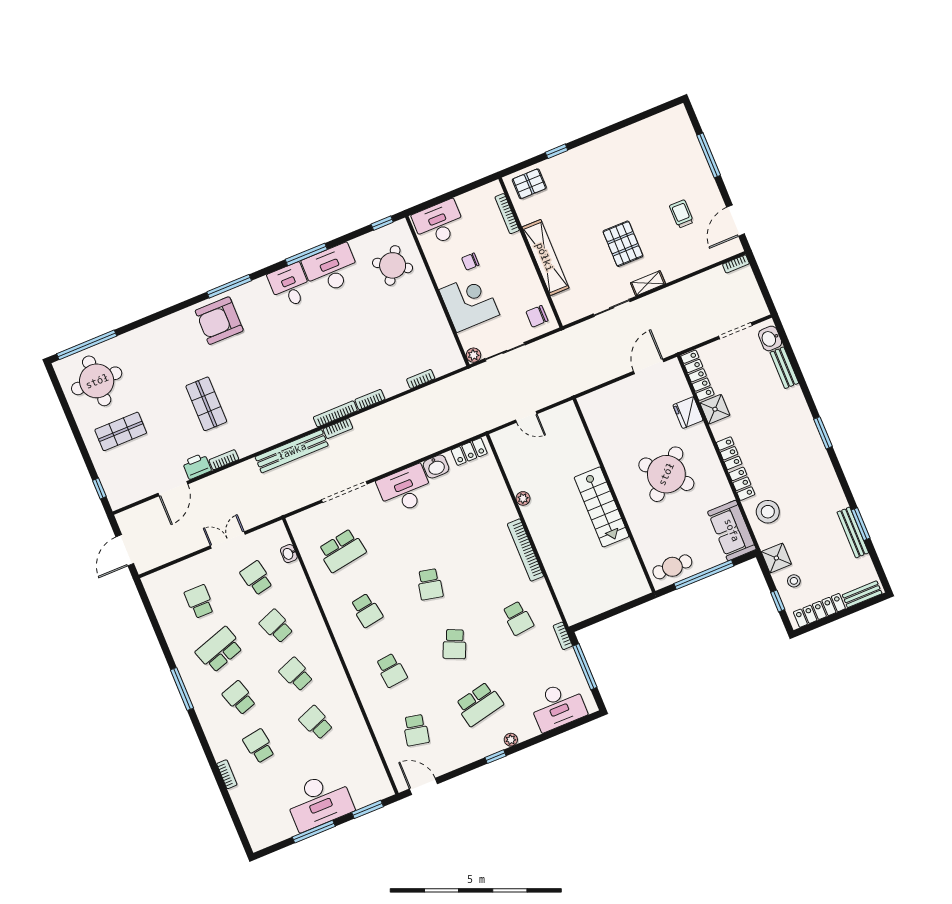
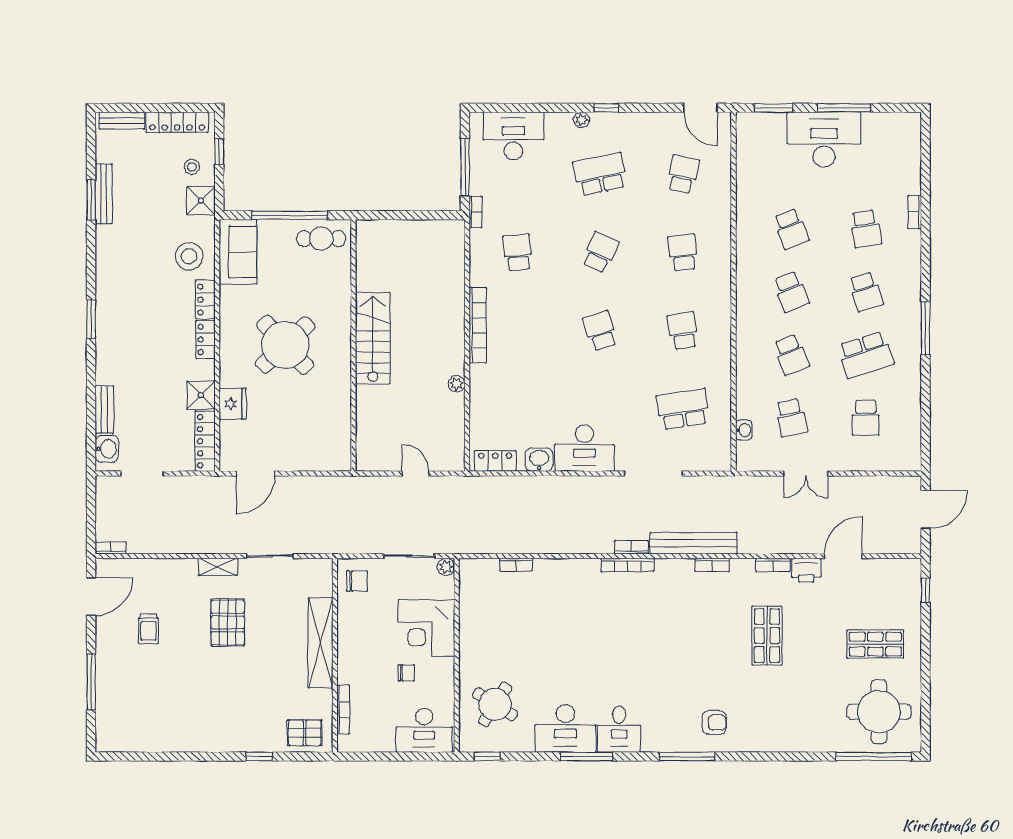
armchair: (219, 321) -> (714, 723), width x0.53, depth x0.53
bookcase: (370, 399) -> (712, 565), moved
school desk: (430, 584) -> (600, 331), turned -30

